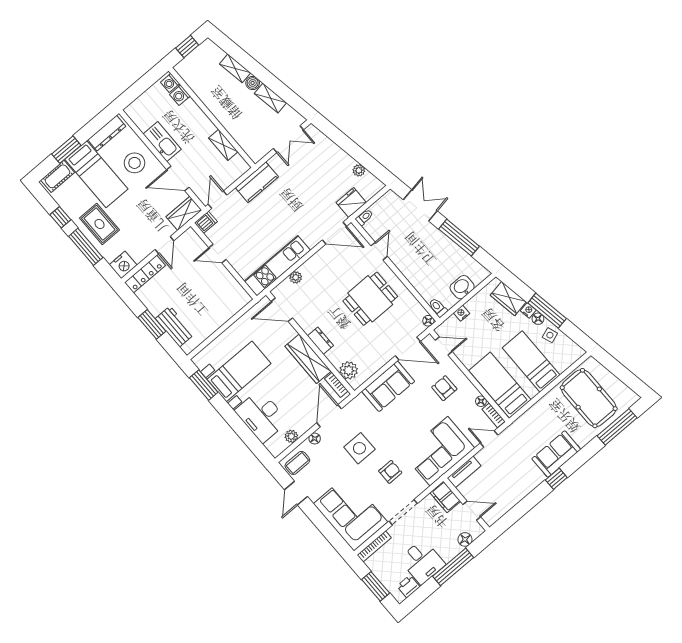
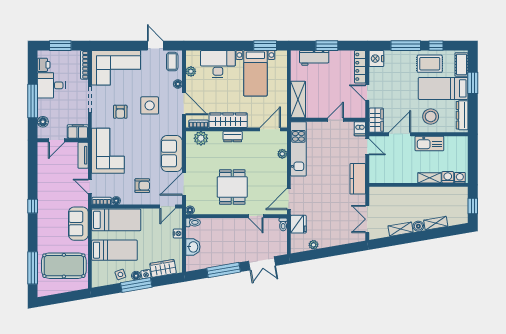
shelving: (223, 145) -> (429, 178), moved
rug: (100, 224) -> (430, 64), moved
shelving: (229, 307) -> (298, 100), added
door: (489, 439) -> (90, 186), swing flipped
sofa: (556, 454) -> (78, 224), moved, turned 180

